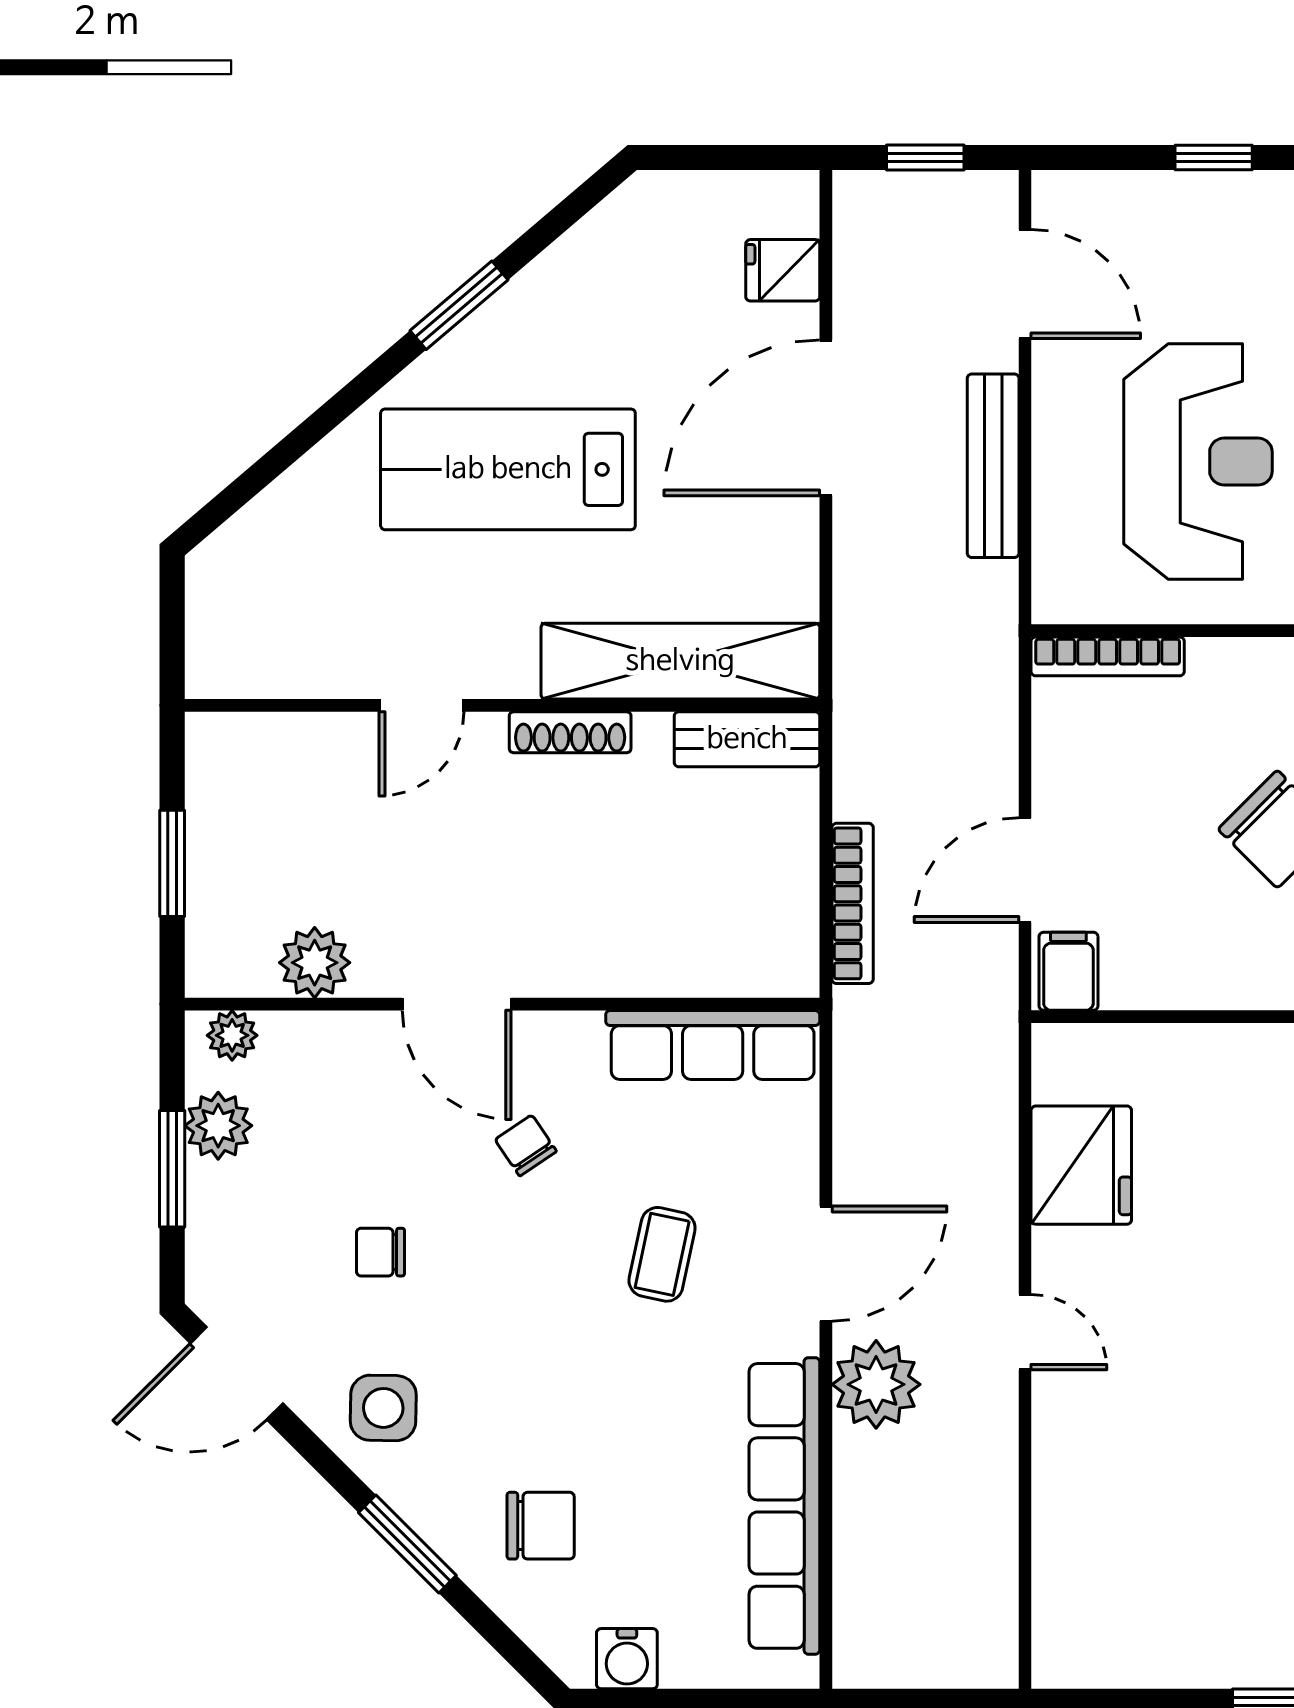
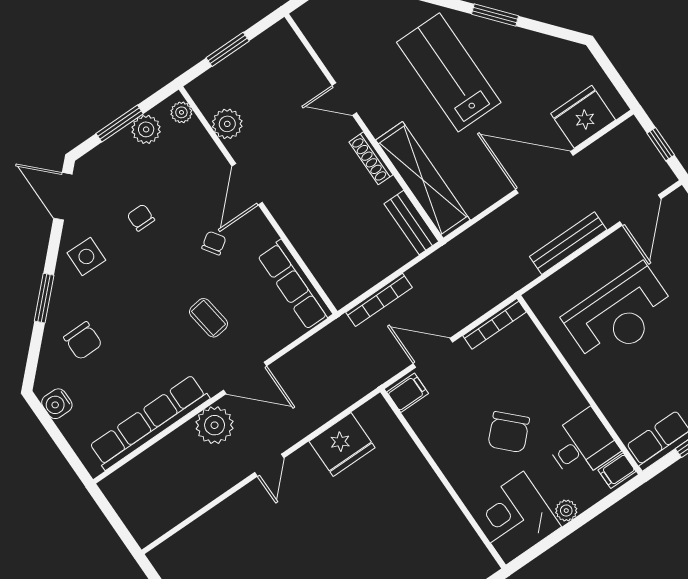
fridge: (783, 270) -> (583, 117), width x1.88, depth x1.34
bookcase: (1108, 656) -> (495, 324), moved, turned -90
coffee table: (662, 1254) -> (209, 318), turned 70

